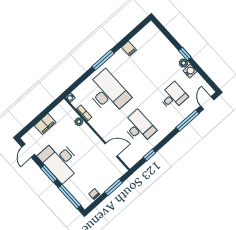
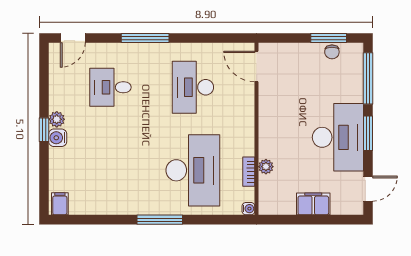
filing cabinet: (129, 49) -> (60, 204), moved
water cooler: (190, 71) -> (58, 138), moved
desk: (108, 93) -> (193, 170), turned 180
window: (188, 121) -> (145, 38), moved
door: (111, 150) -> (257, 66), moved
window: (149, 155) -> (212, 38), removed
window: (114, 187) -> (329, 38), moved

